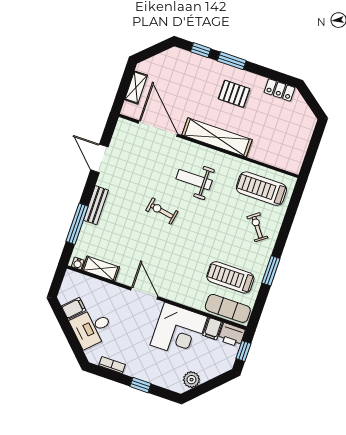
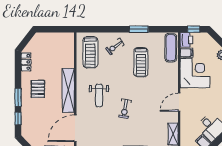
treadmill: (230, 277) -> (141, 62), moved

